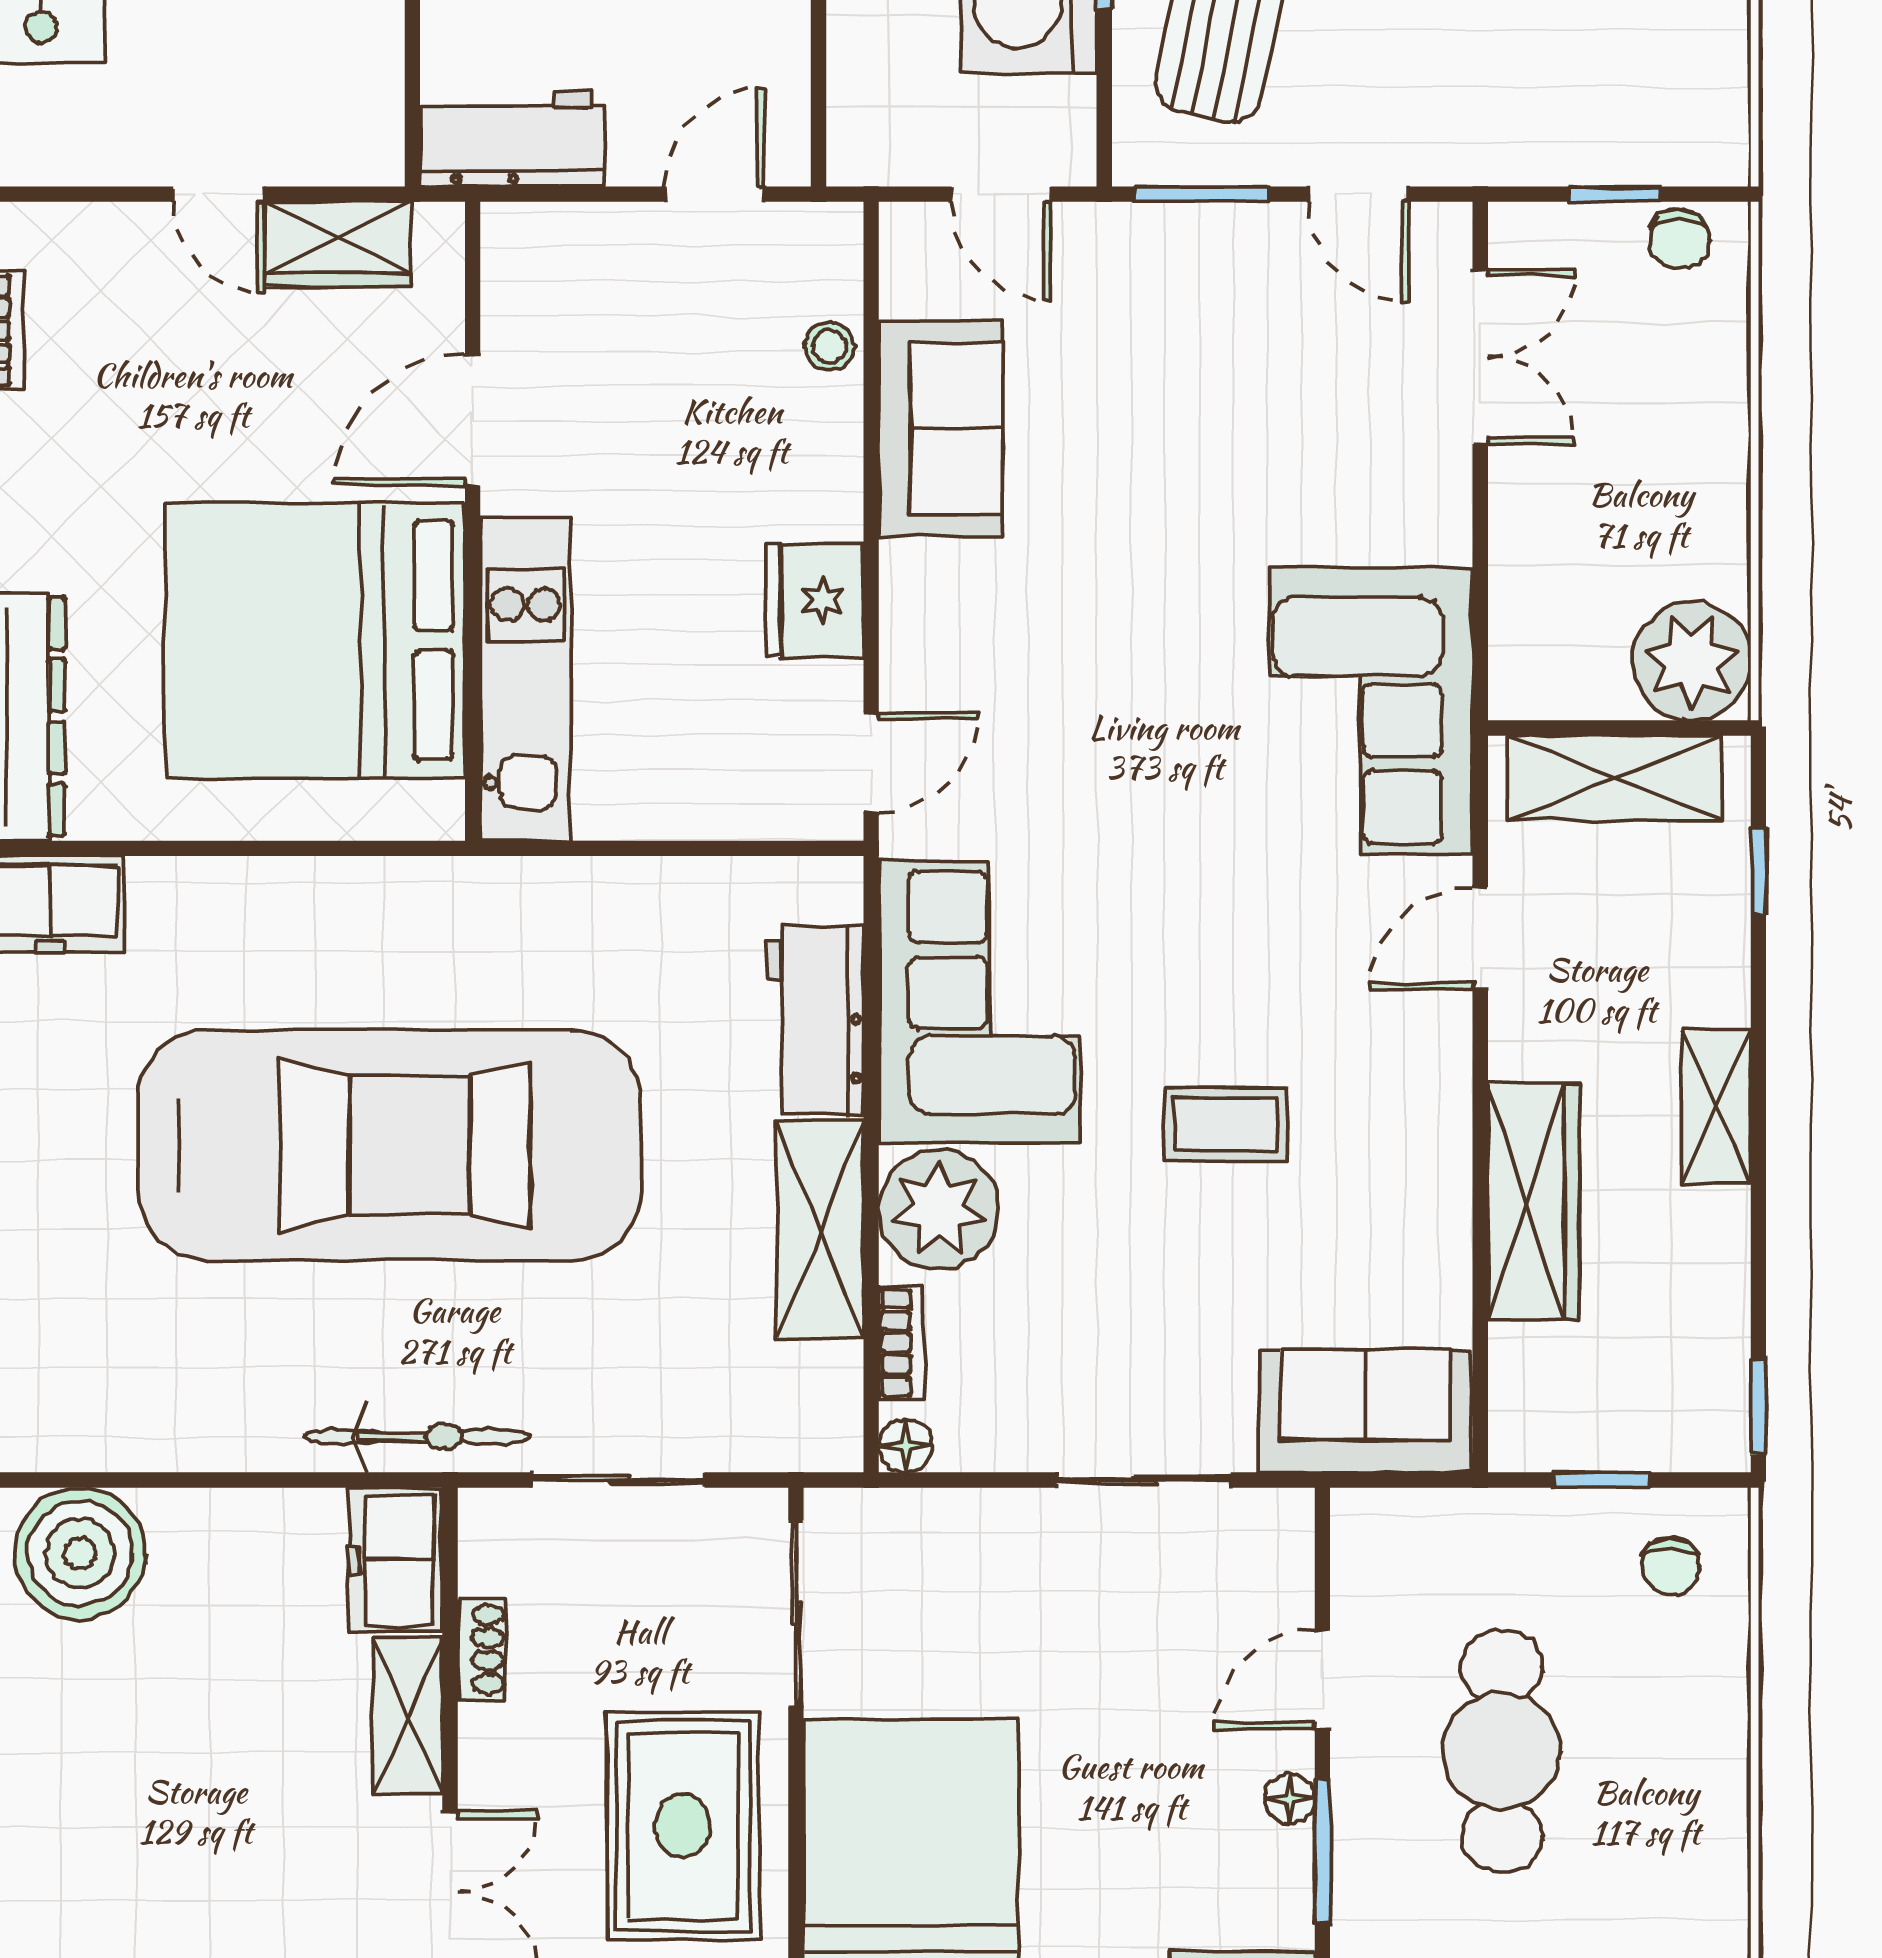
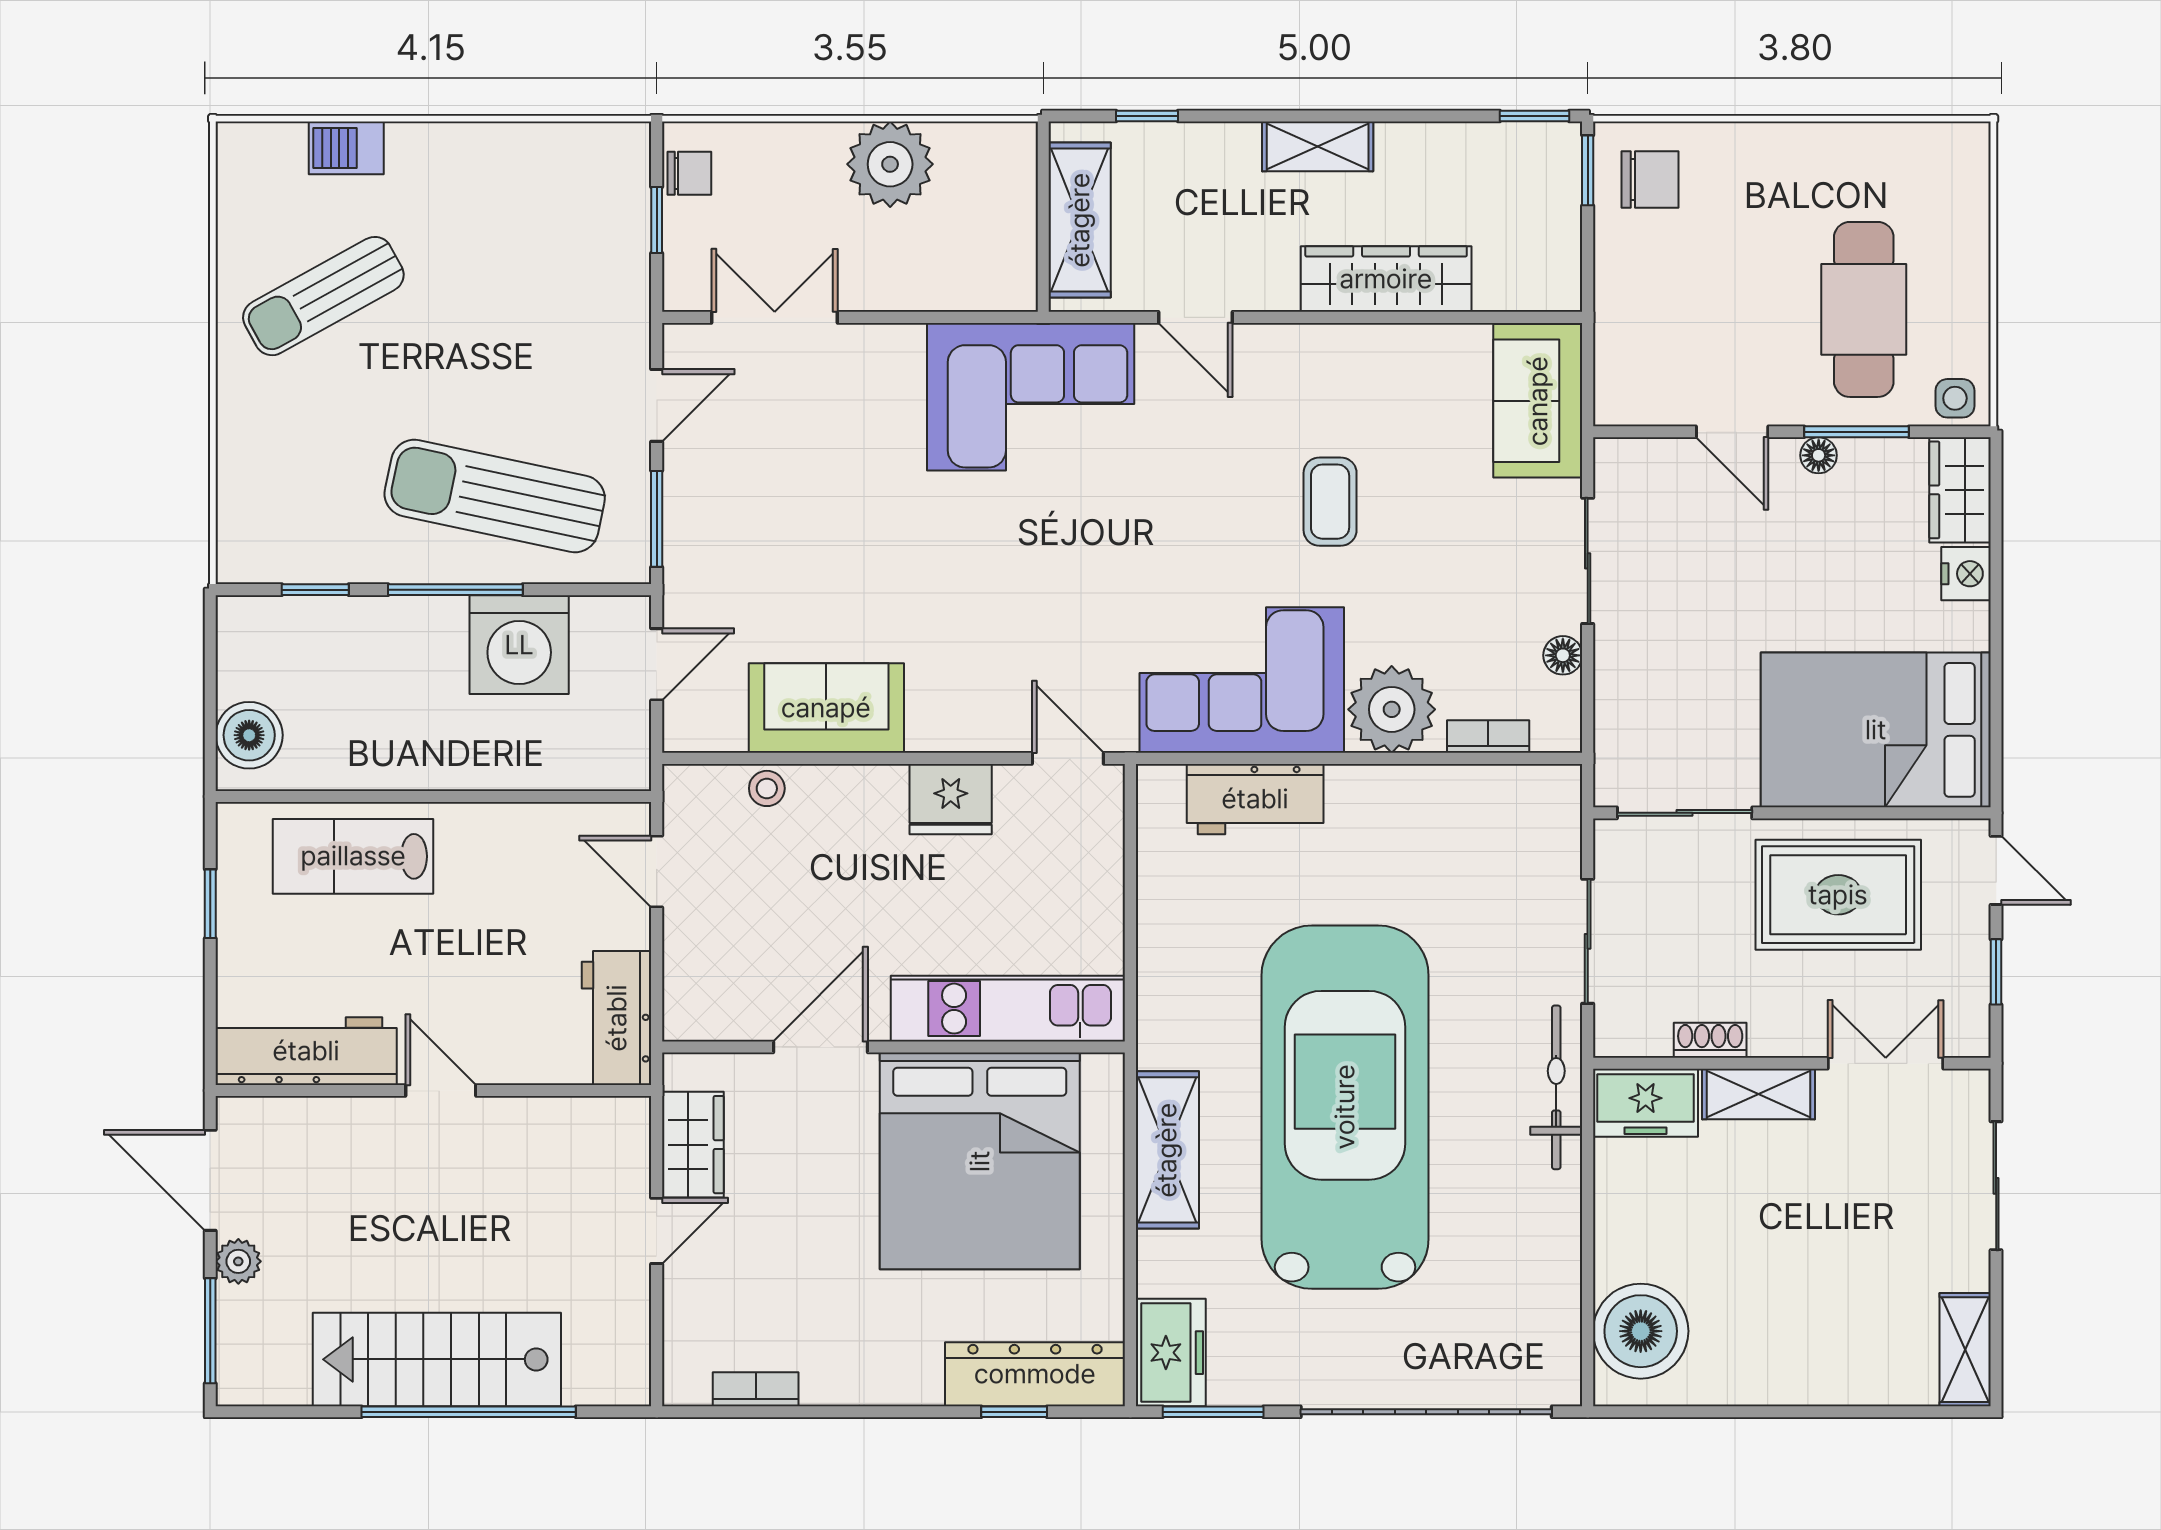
door: (473, 420) -> (820, 1047), swing flipped
plant: (1692, 661) -> (890, 164), moved
shelving: (820, 1230) -> (1167, 1150), moved, turned 90
floor lamp: (905, 1446) -> (1563, 655), moved
window: (1601, 1480) -> (1588, 170), moved
chair: (1671, 1566) -> (1650, 180), width x1.37, depth x1.37
cafe table: (1502, 1751) -> (1864, 309), moved, turned 90

